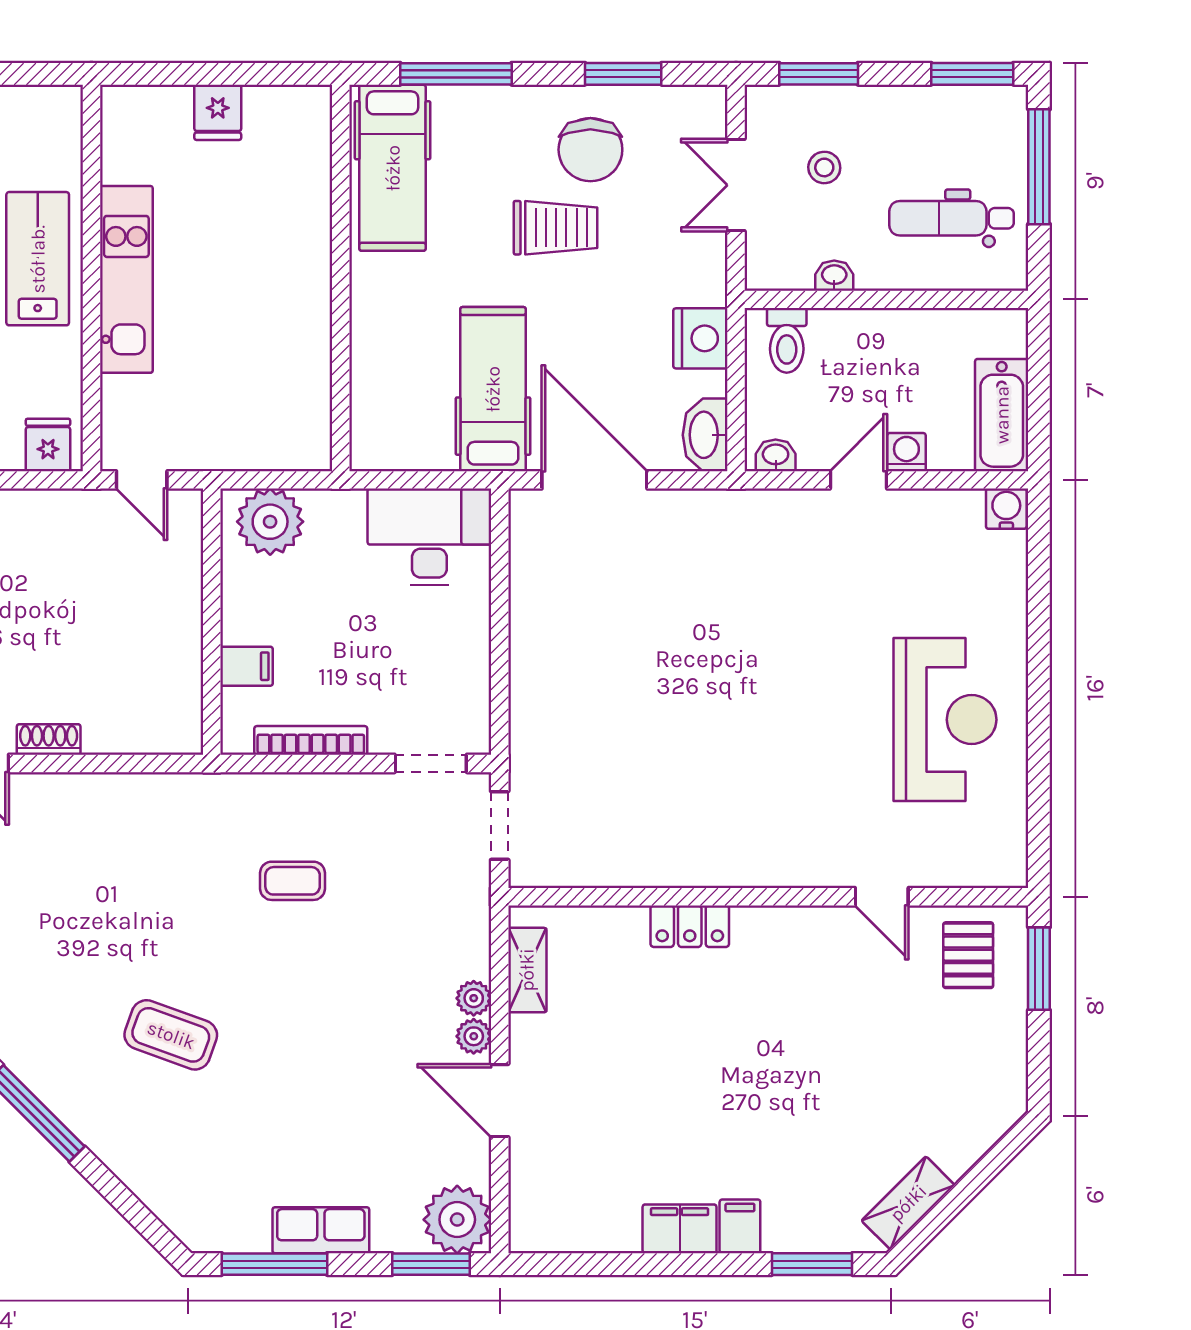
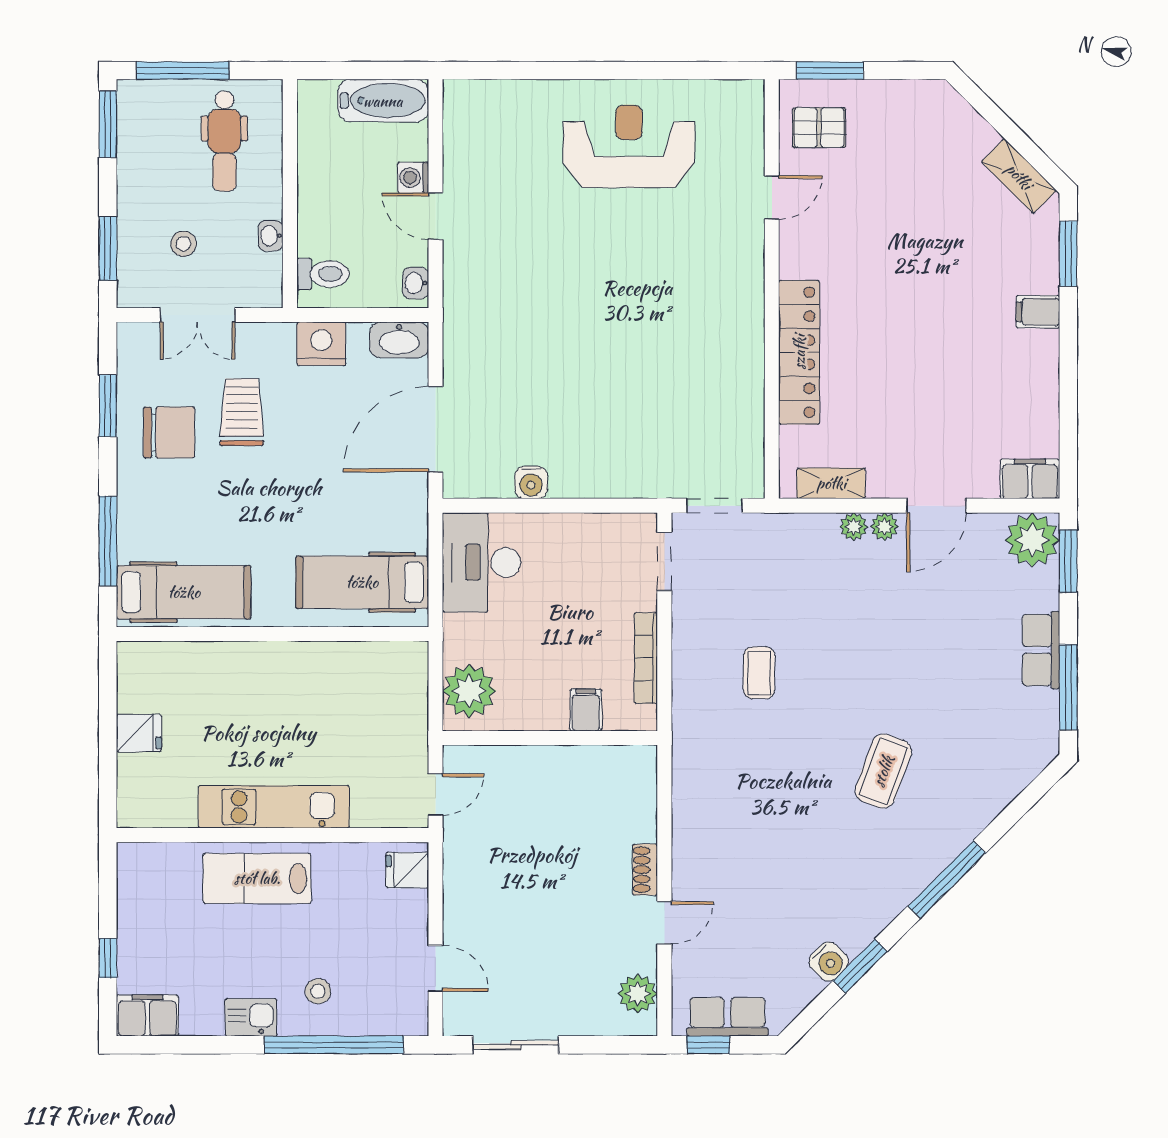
trolley: (555, 228) -> (242, 412), moved
hospital bed: (493, 389) -> (362, 582), moved
water cooler: (1006, 509) -> (531, 482), moved, turned -90
locker: (690, 926) -> (799, 352), width x2.16, depth x1.21
filing cabinet: (680, 1229) -> (1030, 479), moved, turned 90

